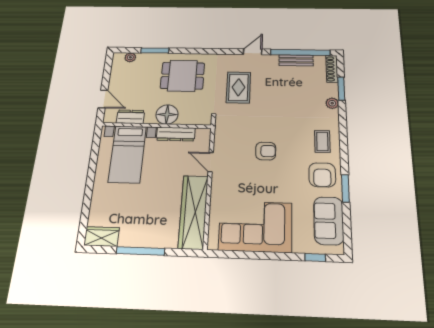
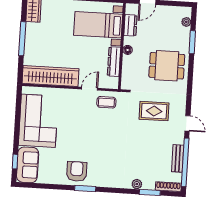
dining table: (182, 76) -> (167, 66), turned 90
floor lamp: (167, 115) -> (128, 50), width x0.53, depth x0.53
coffee table: (322, 141) -> (106, 102), moved
armchair: (266, 151) -> (97, 130), removed
armchair: (322, 175) -> (77, 171), turned 90
window: (345, 188) -> (85, 189), moved
sofa: (329, 221) -> (28, 165), moved, turned 90

